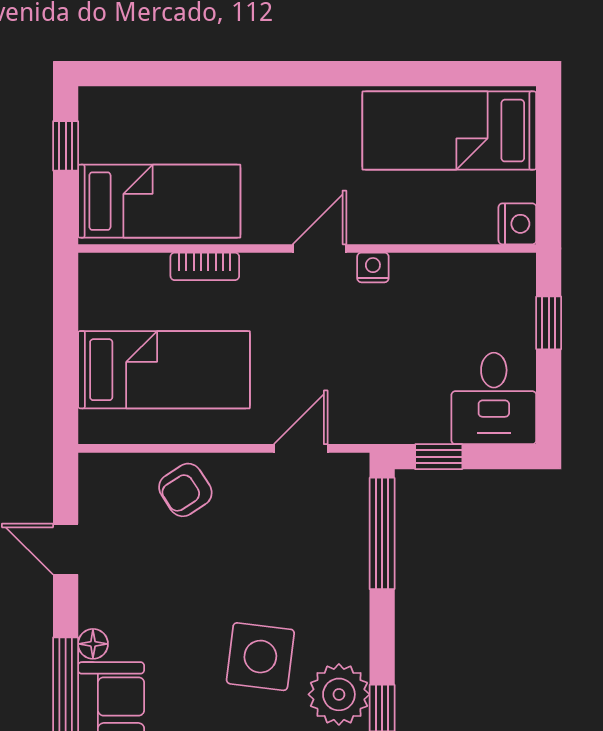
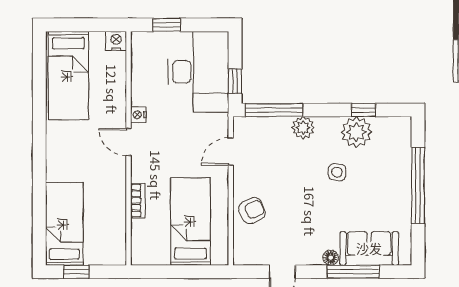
bed: (159, 201) -> (64, 224), moved
desk: (494, 398) -> (198, 72), width x1.87, depth x1.30
door: (301, 448) -> (231, 152), hinge flipped
armchair: (185, 490) -> (252, 210), turned -81
plant: (348, 590) -> (303, 128), added
side table: (260, 657) -> (337, 172), width x0.54, depth x0.54

